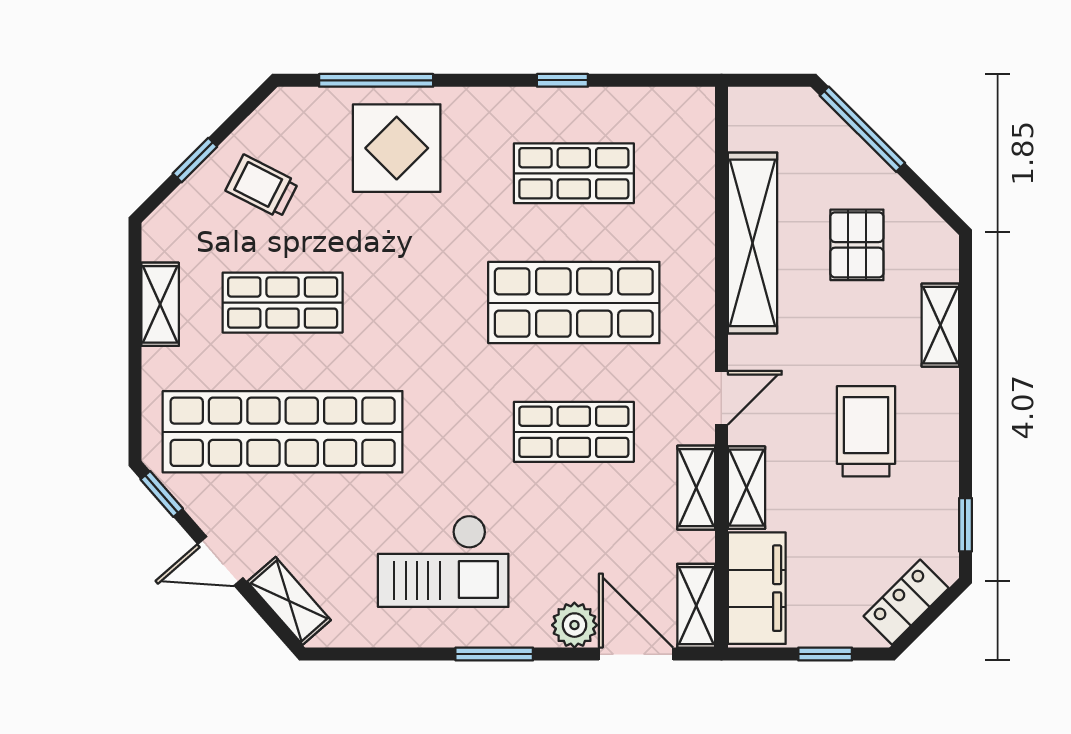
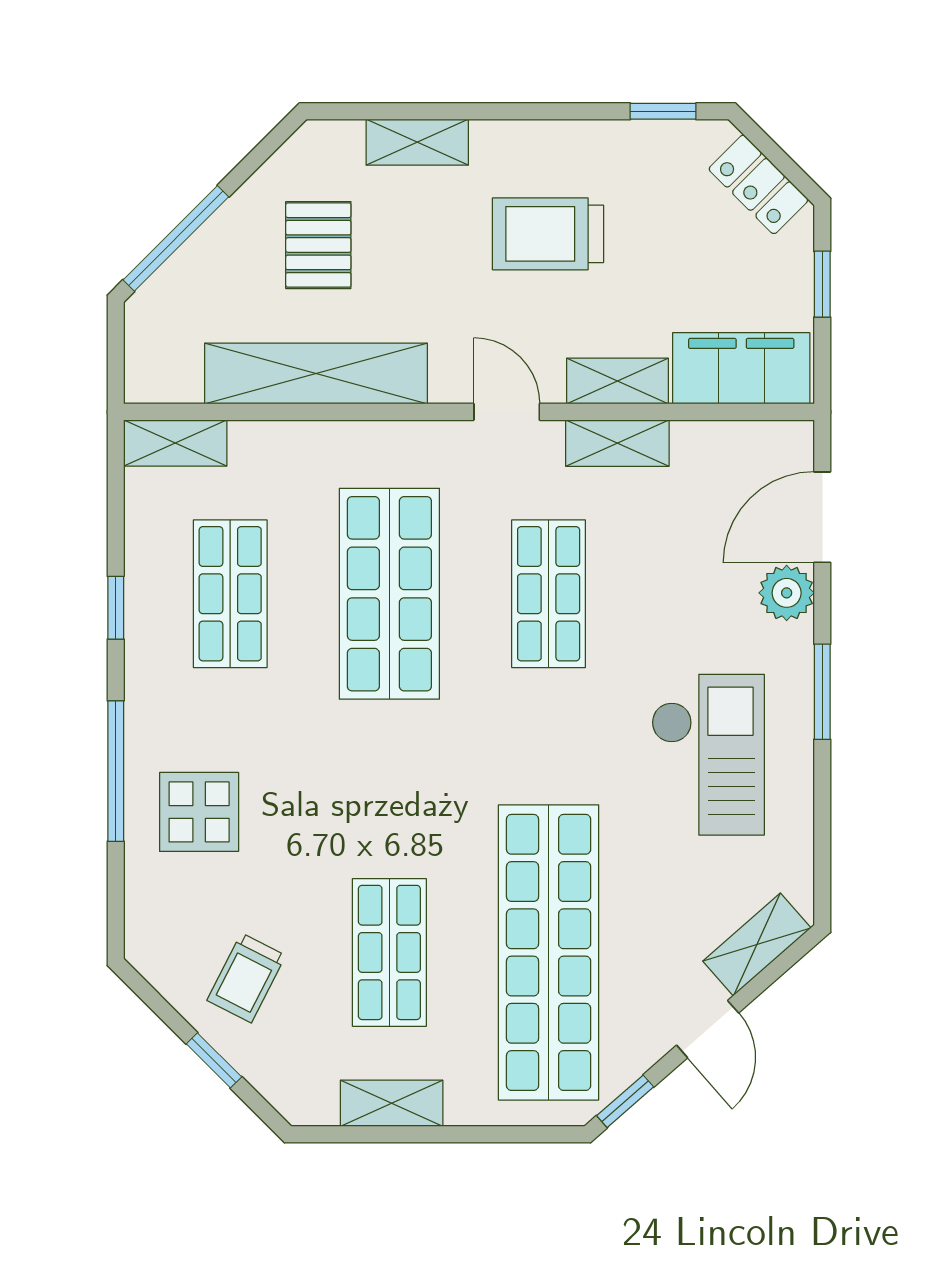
window: (376, 80) -> (116, 771), moved
display table: (397, 148) -> (199, 812), width x0.73, depth x0.73
pallet: (857, 245) -> (318, 245), turned 90
shelving: (696, 606) -> (175, 443), moved

